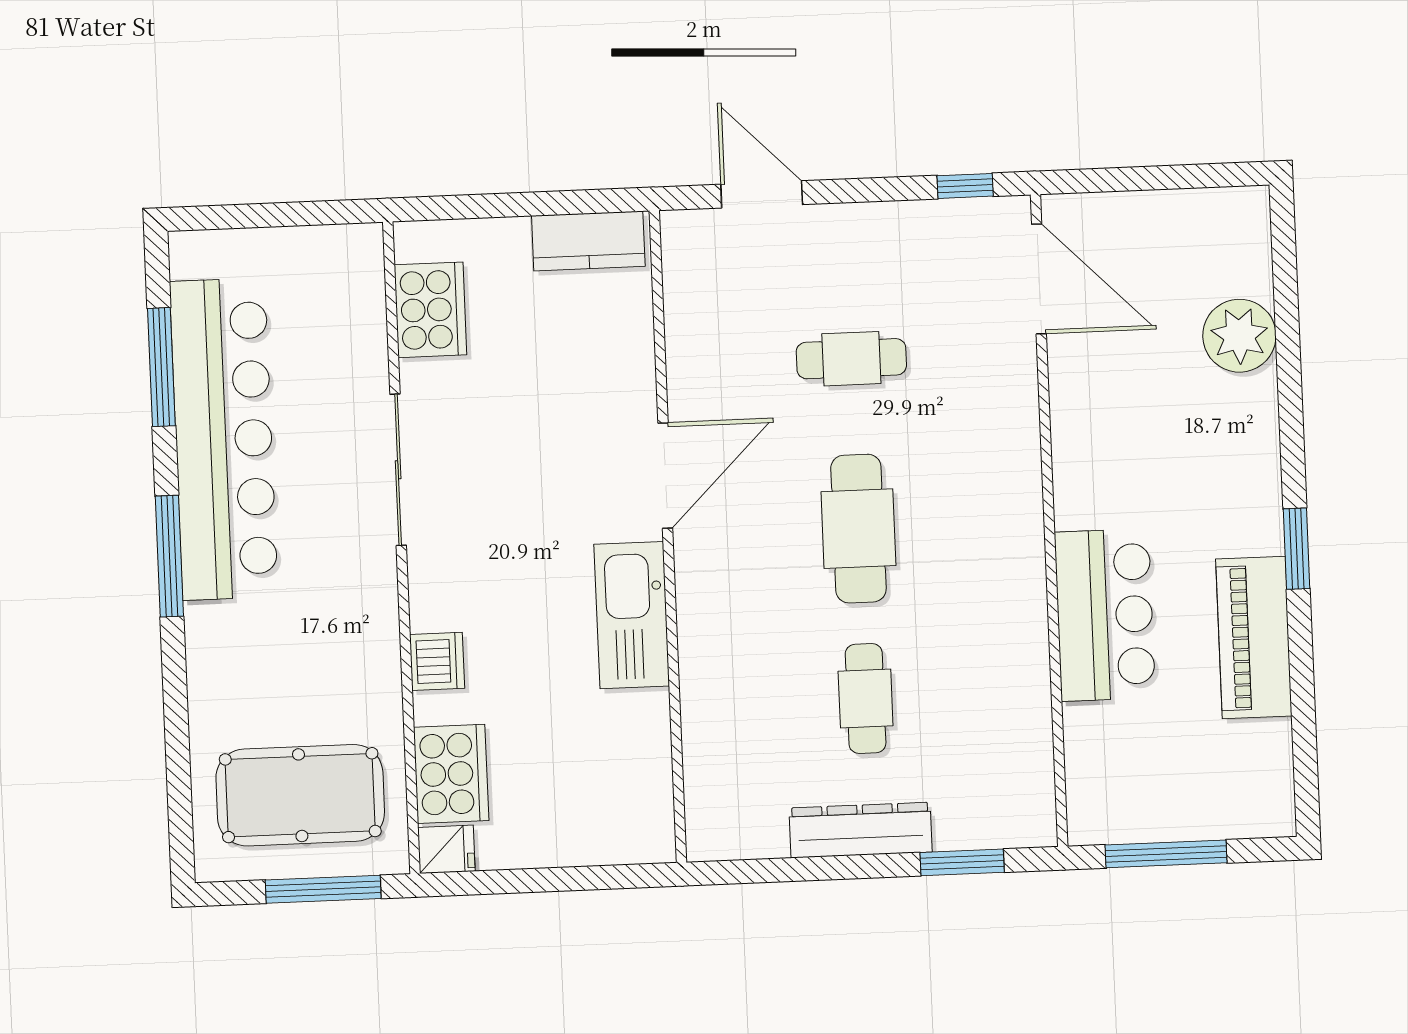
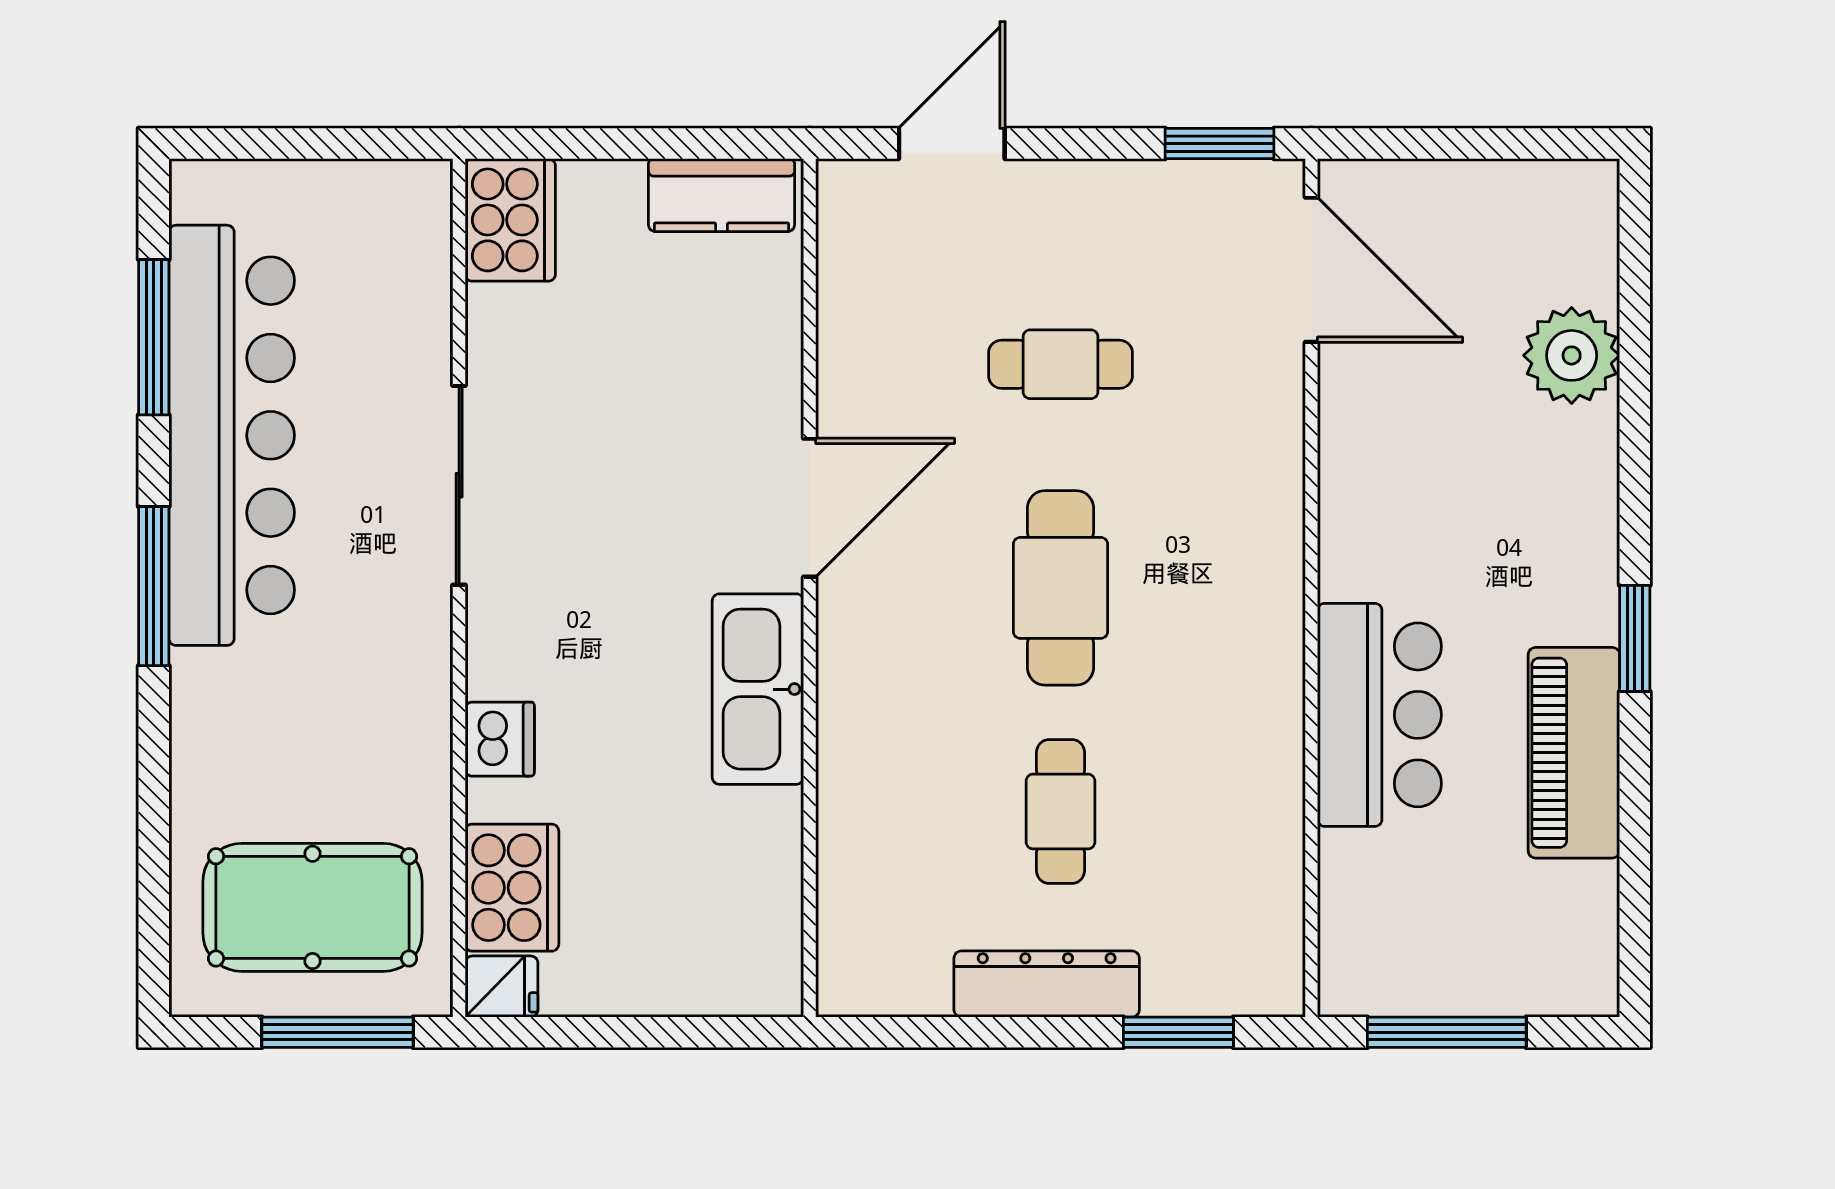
window: (965, 186) -> (1219, 144), width x1.50
door: (762, 194) -> (952, 144), hinge flipped
cooker: (430, 310) -> (510, 220), moved

